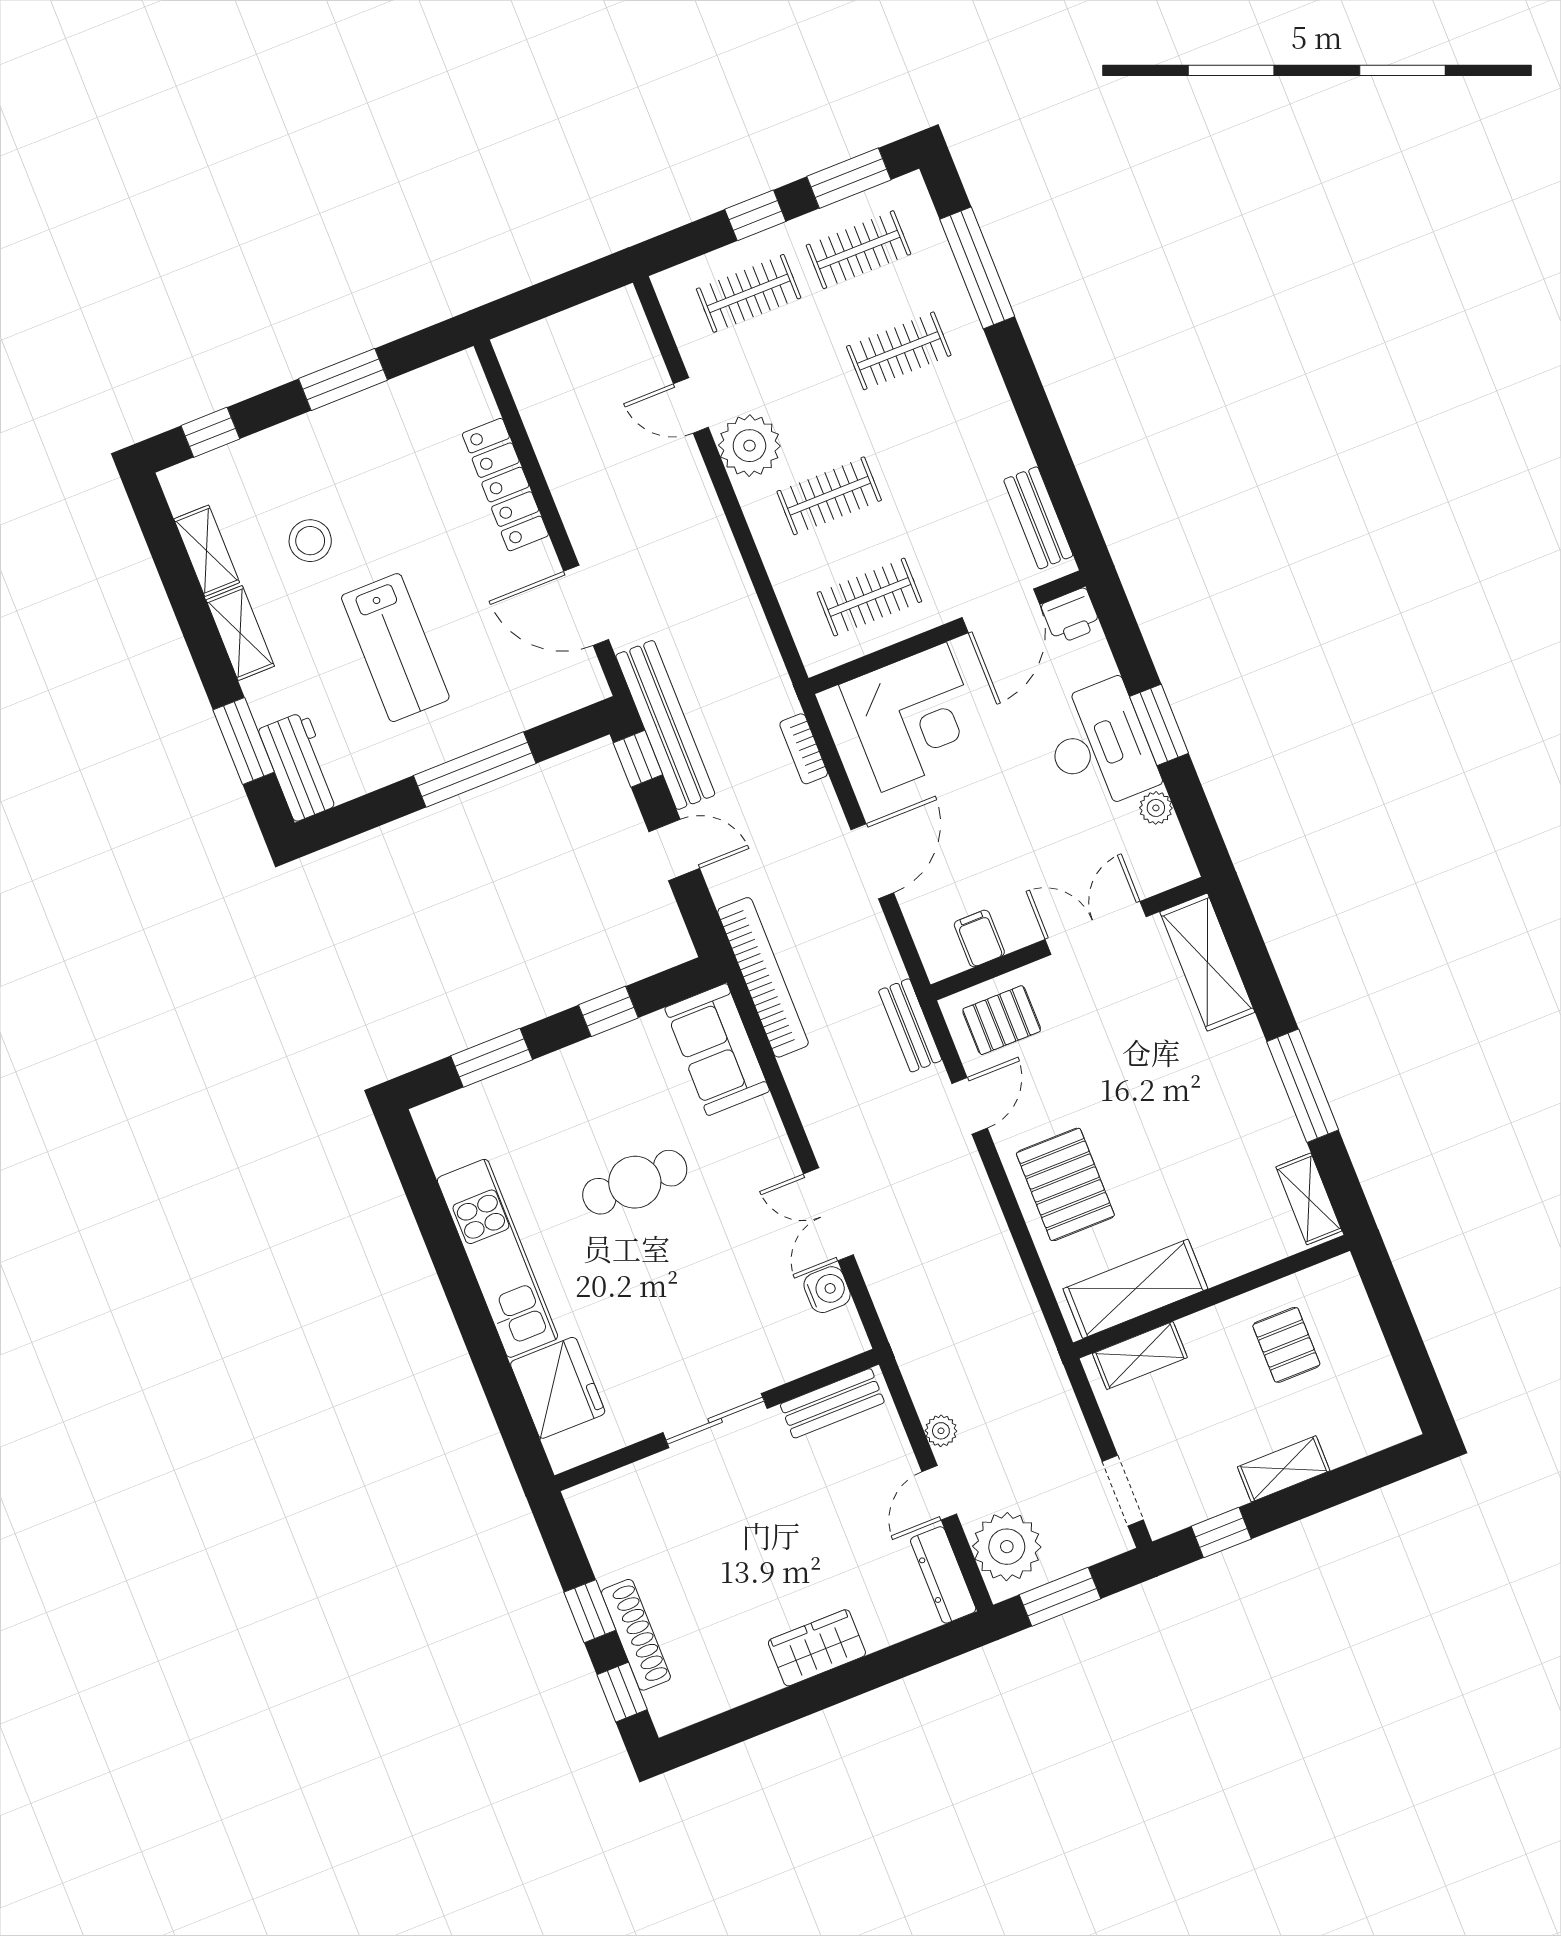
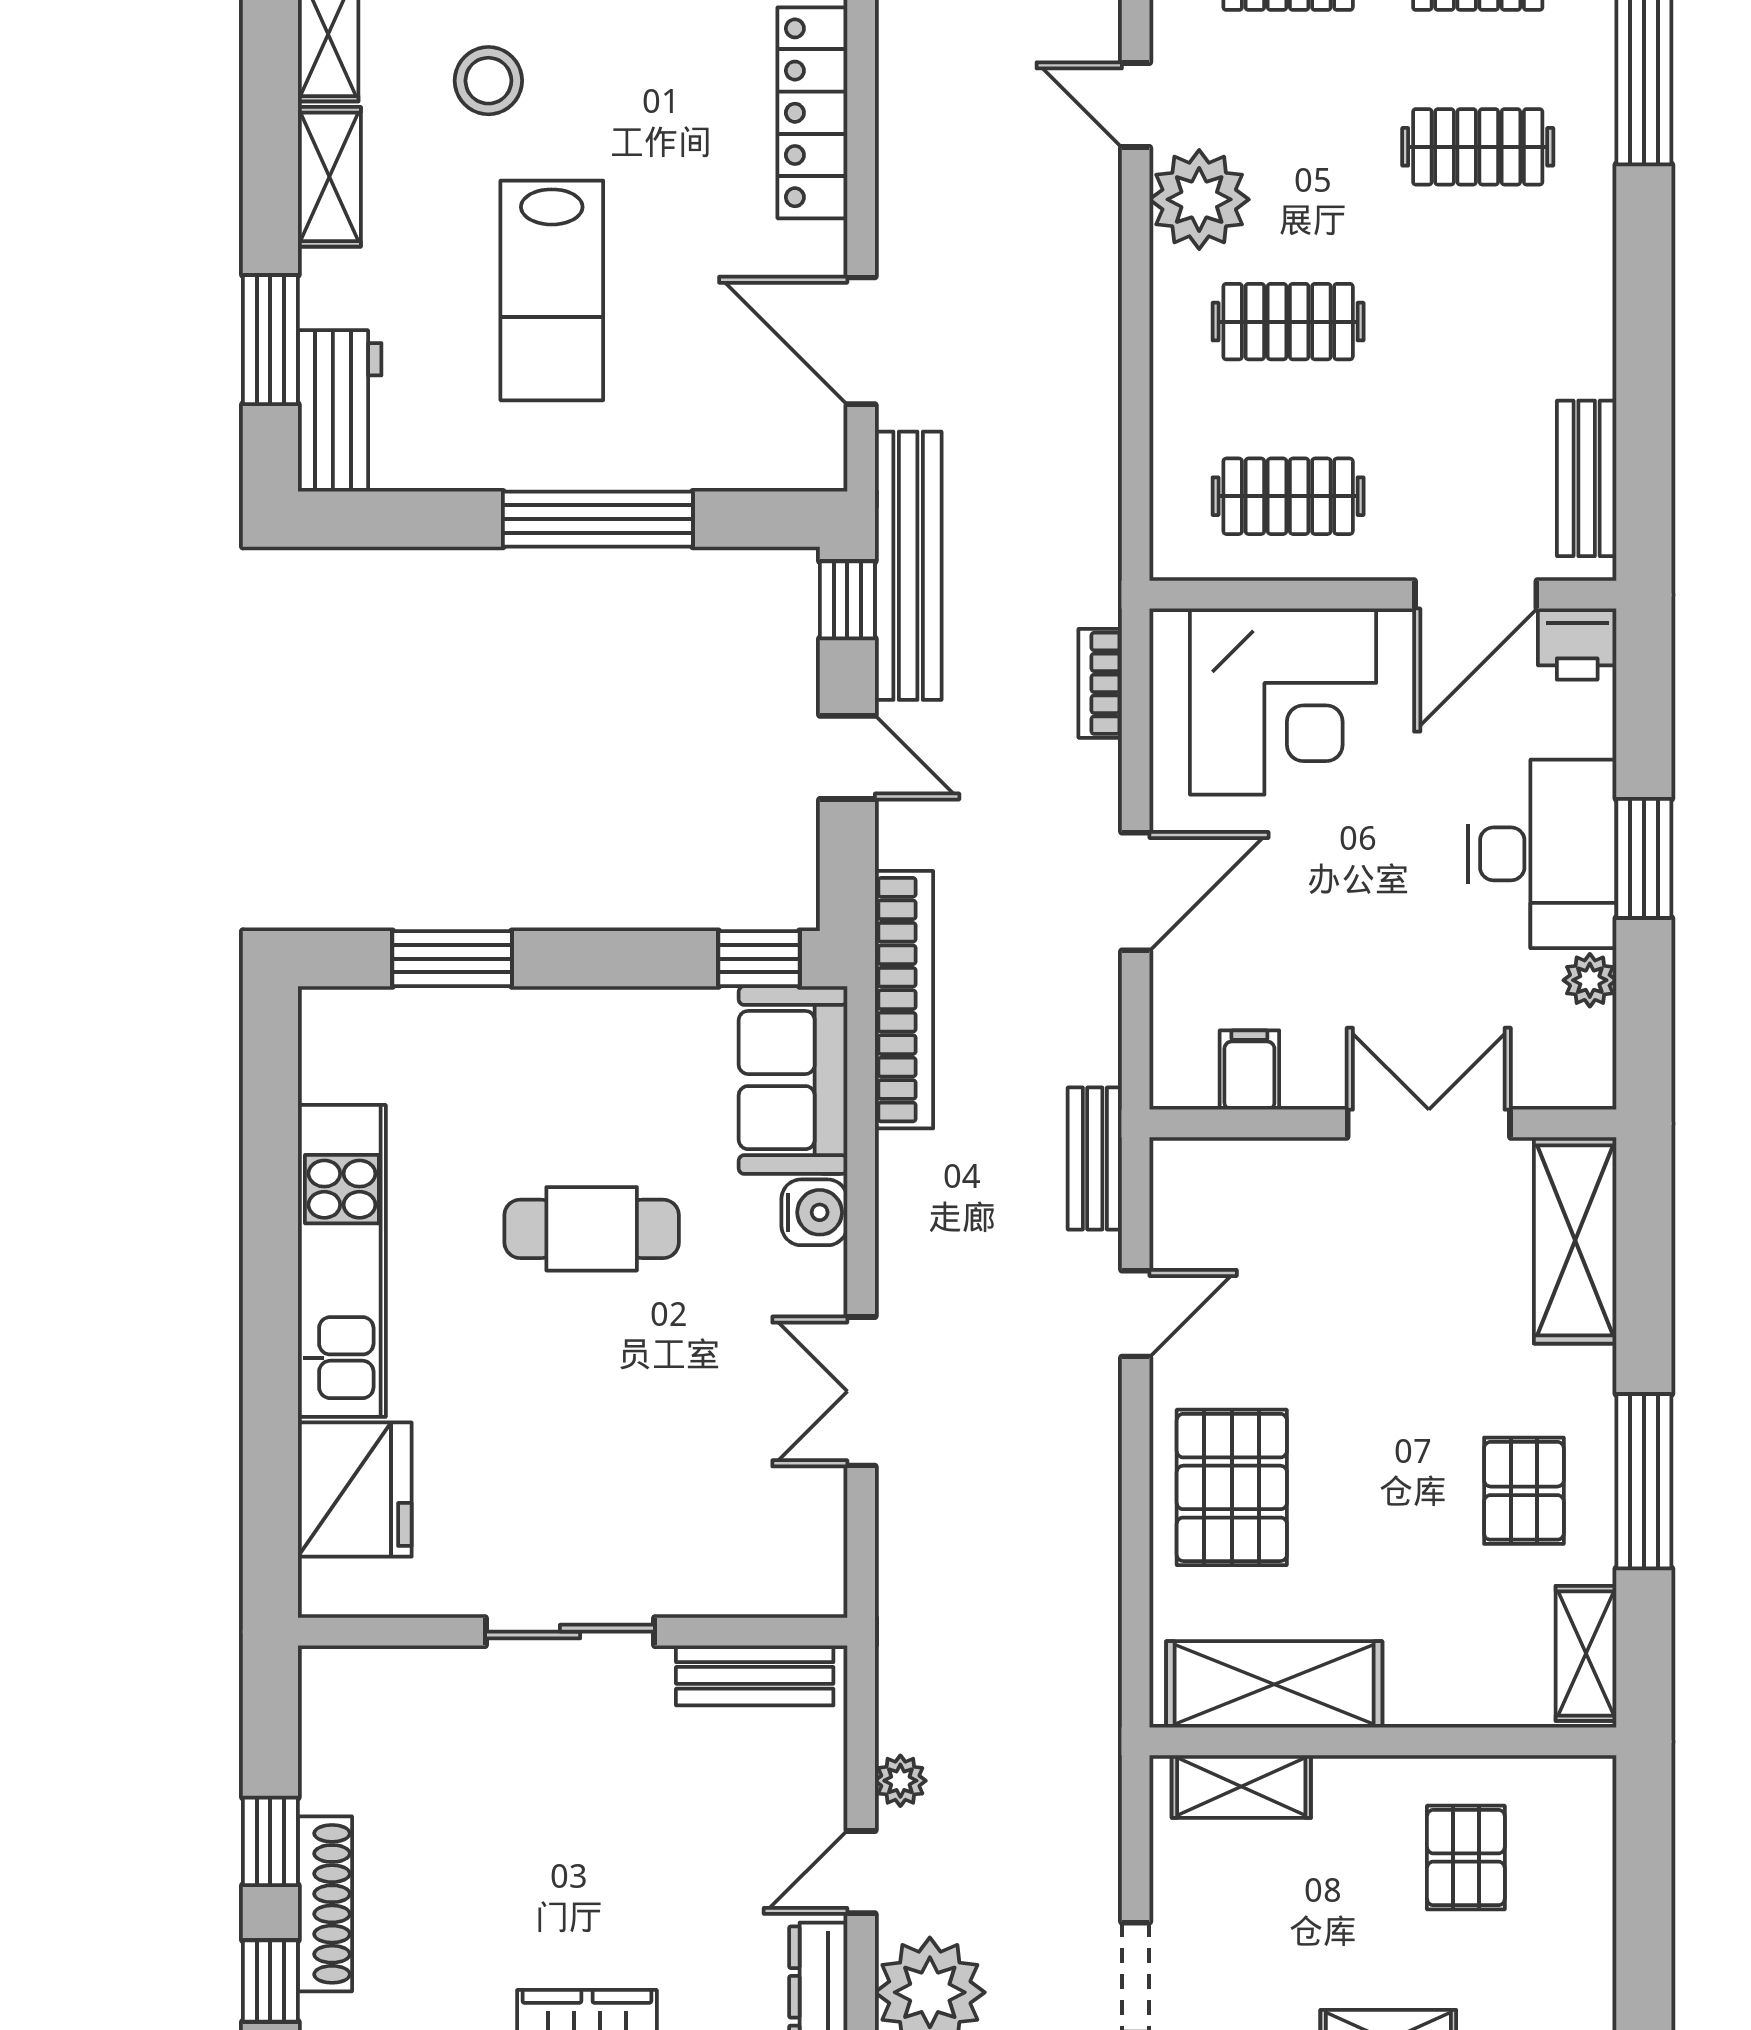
window: (608, 1011) -> (759, 959), moved
pallet: (1002, 1020) -> (1524, 1491), moved, turned 90
water cooler: (827, 1290) -> (814, 1212), moved

